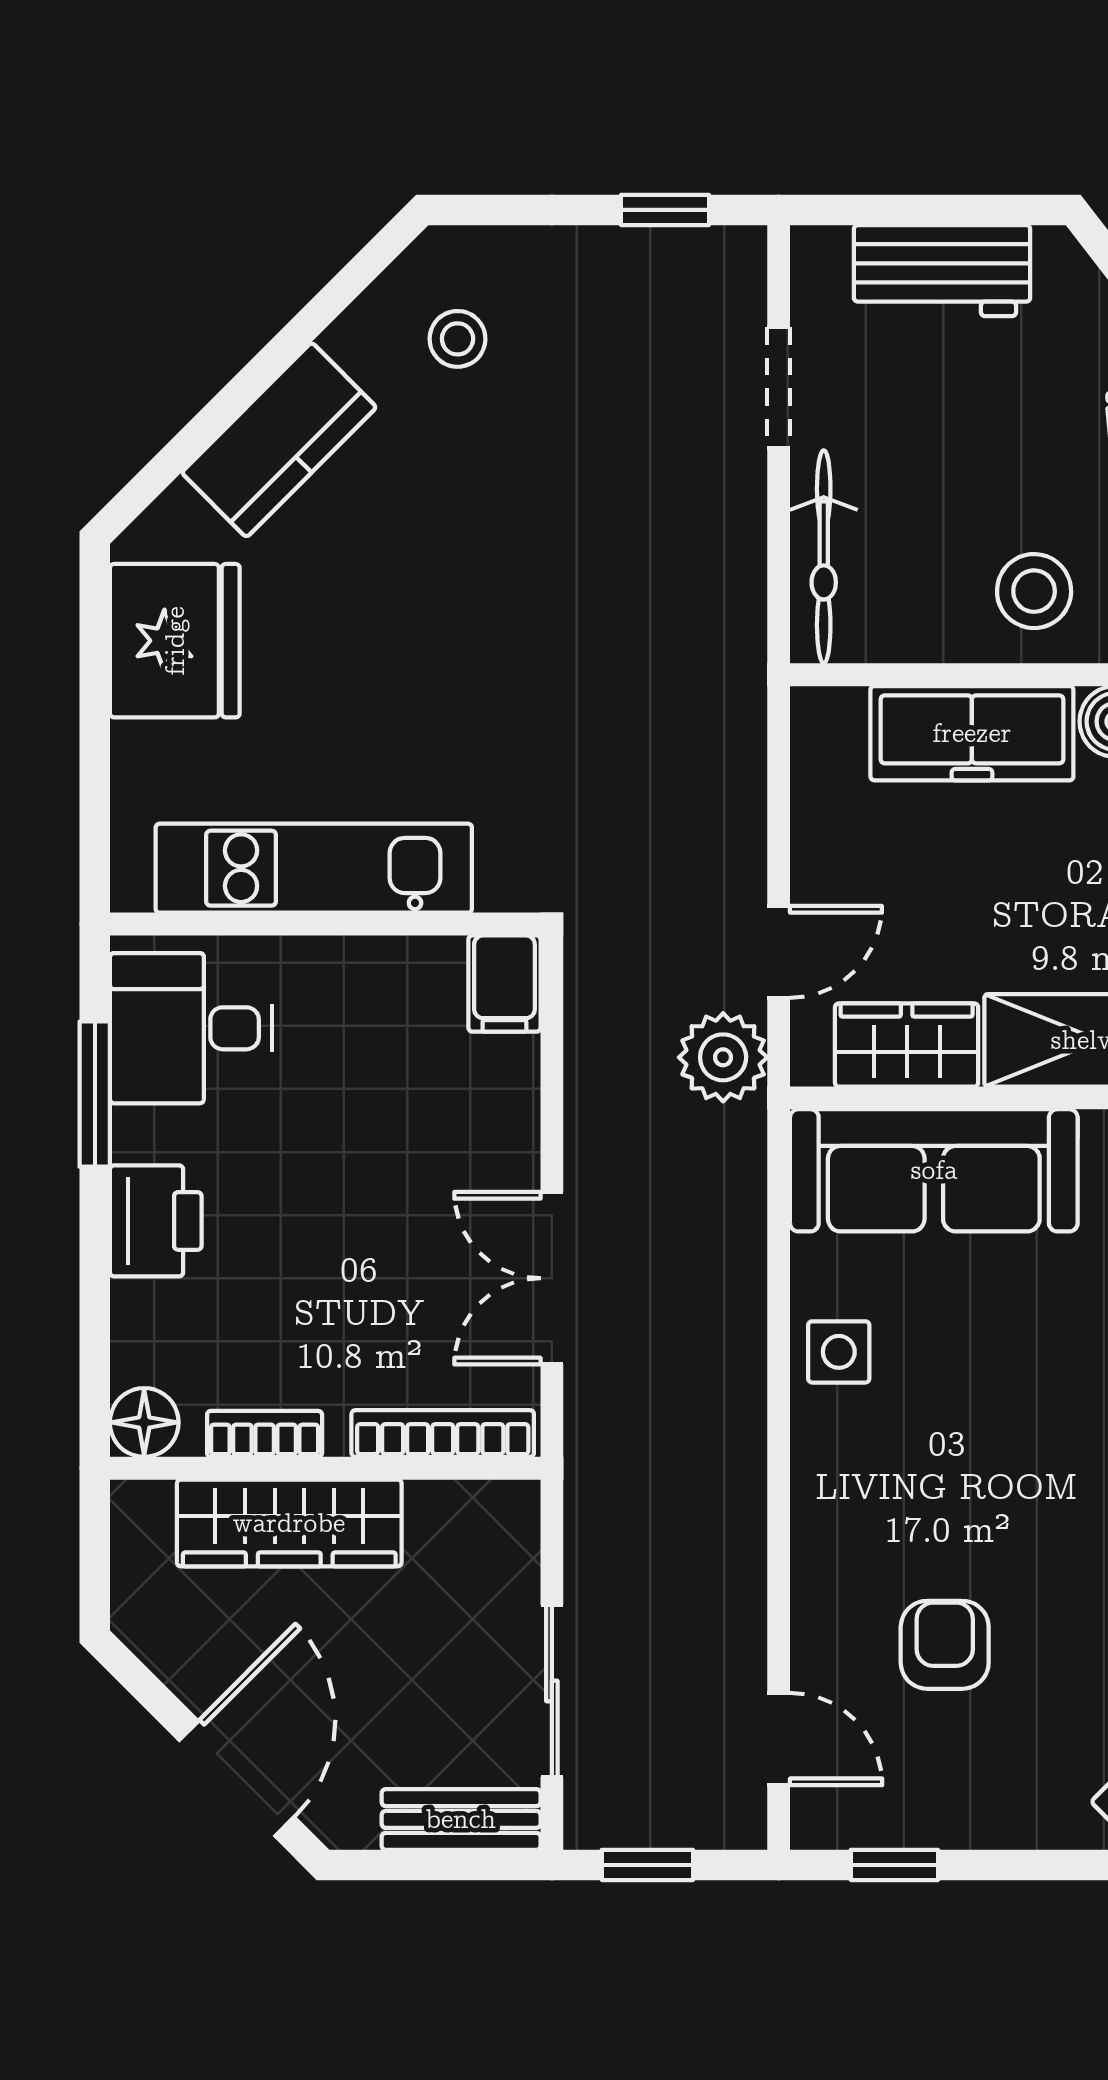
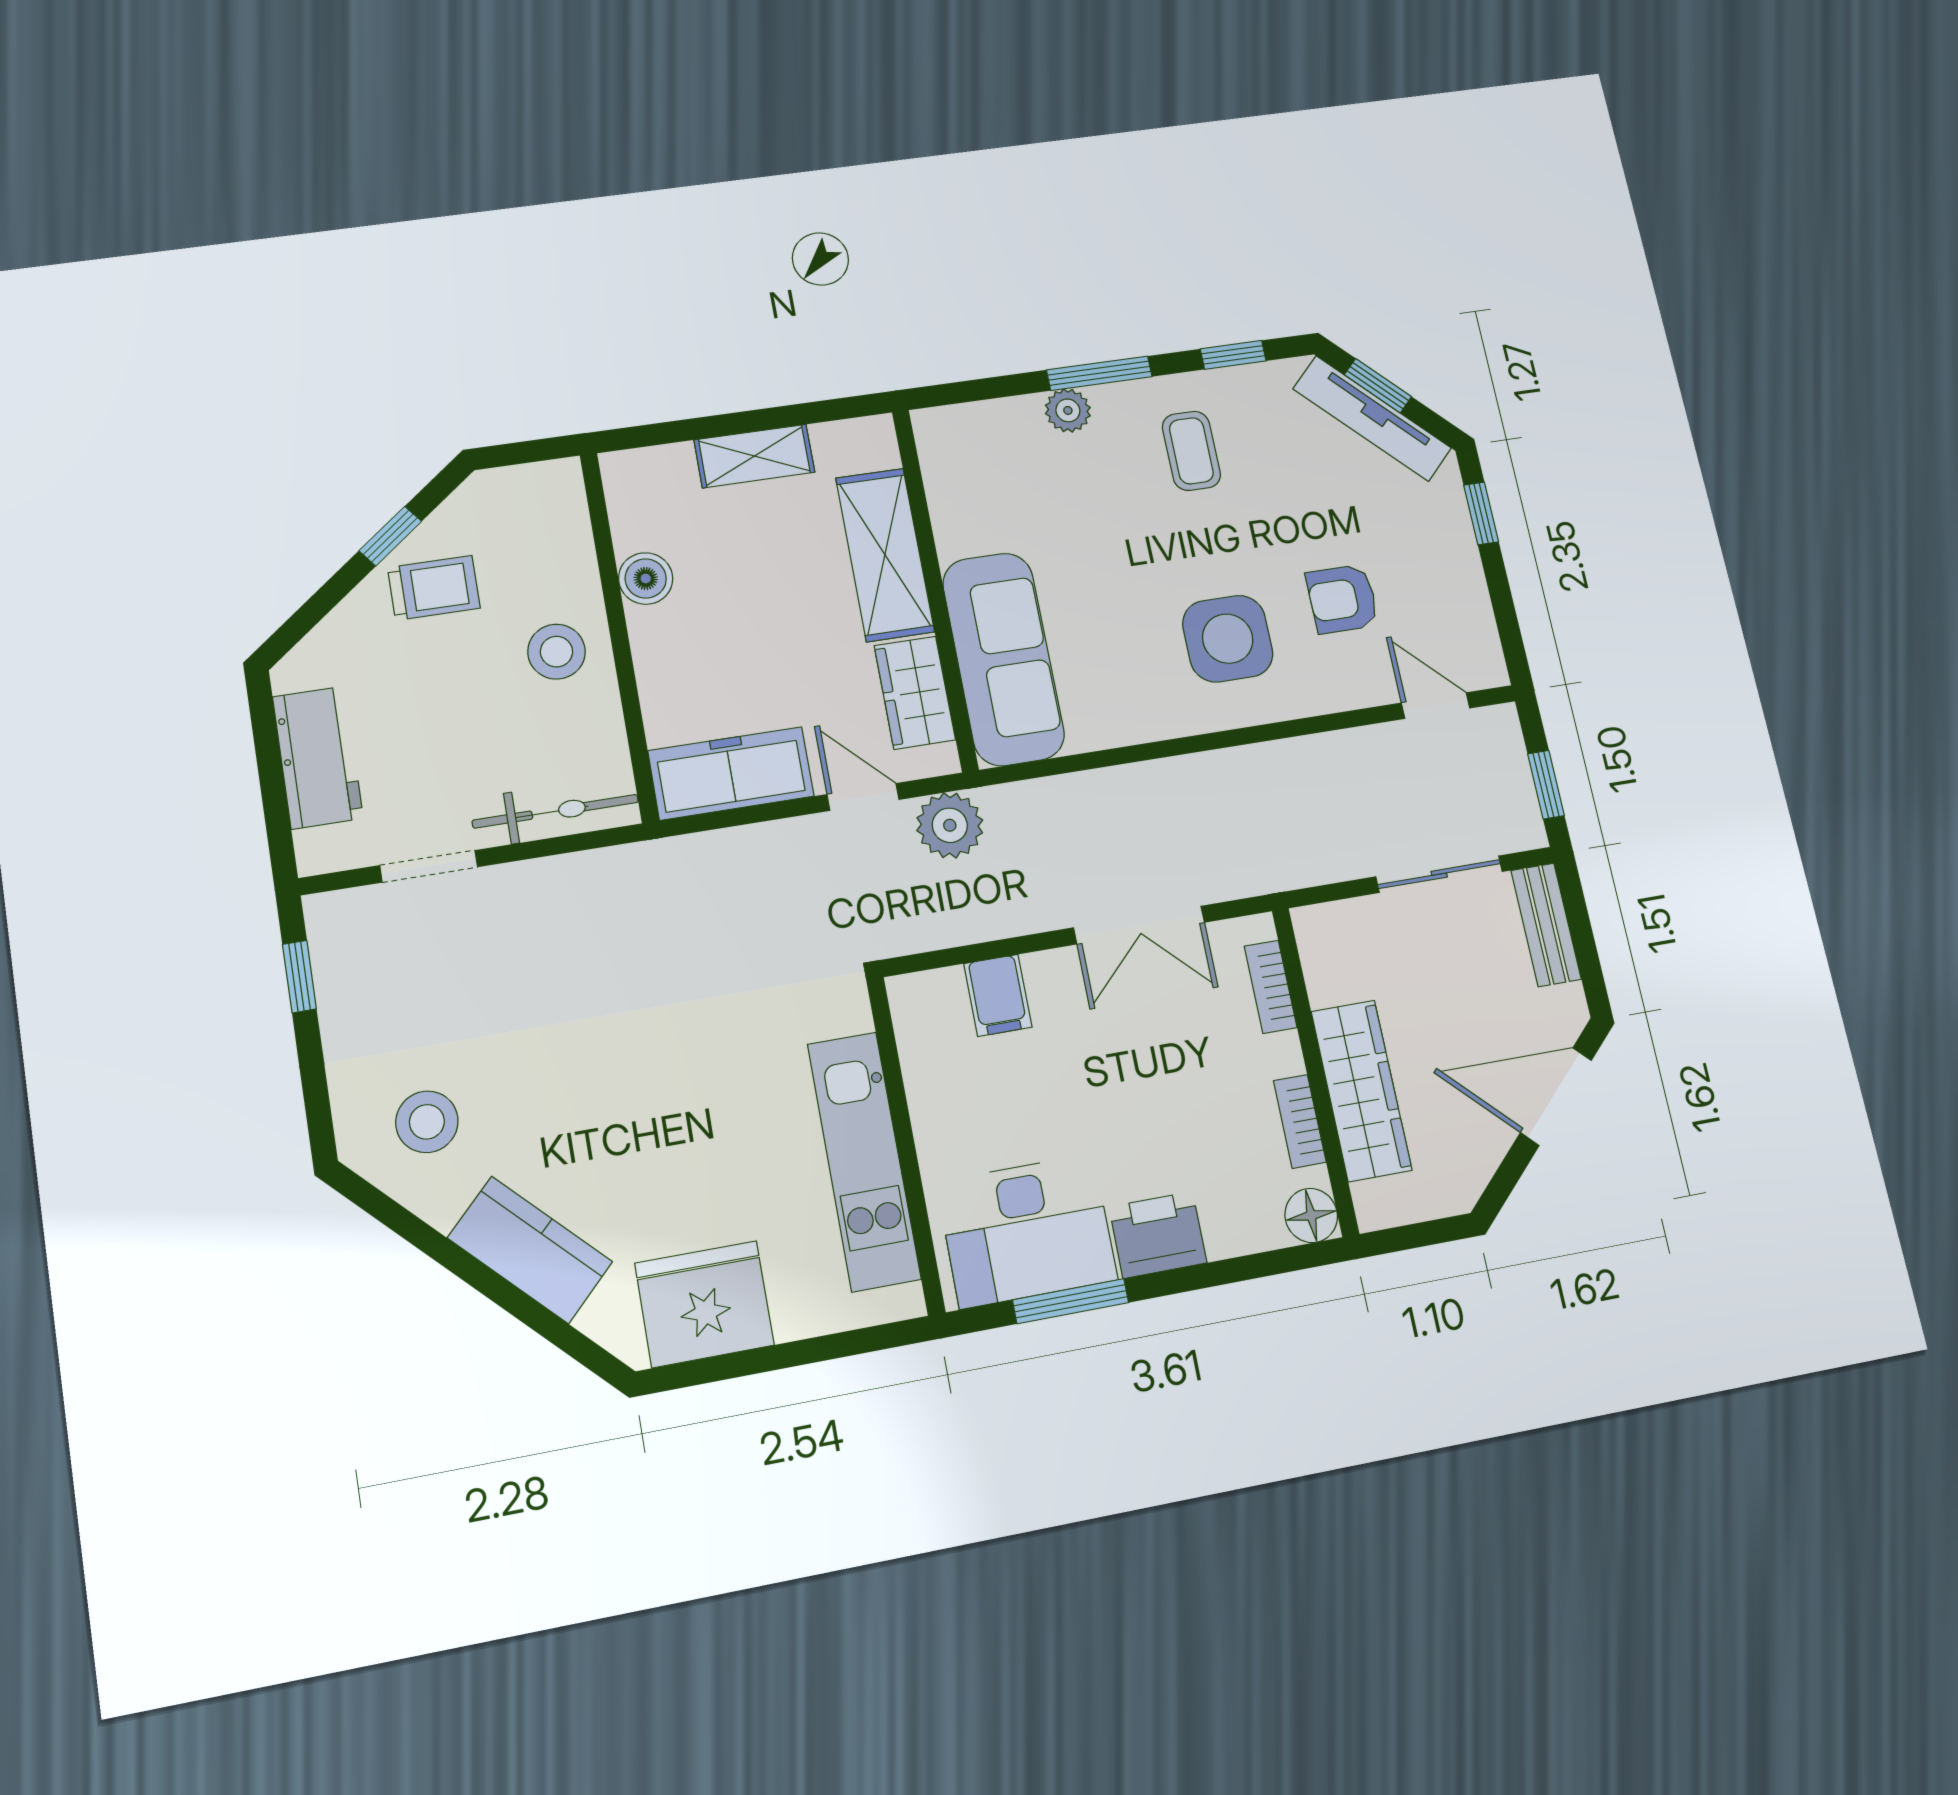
stool: (458, 339) -> (427, 1122), width x1.37, depth x1.37
freezer: (972, 733) -> (731, 773), moved, turned -90
filing cabinet: (504, 984) -> (998, 995), moved, turned 90
desk: (191, 1028) -> (1027, 1231), width x1.37
side table: (839, 1352) -> (1228, 639), moved, width x1.87, depth x1.87
bookcase: (443, 1433) -> (1271, 987), width x0.64
door: (779, 1739) -> (1436, 706), hinge flipped
window: (894, 1865) -> (1481, 513), moved

